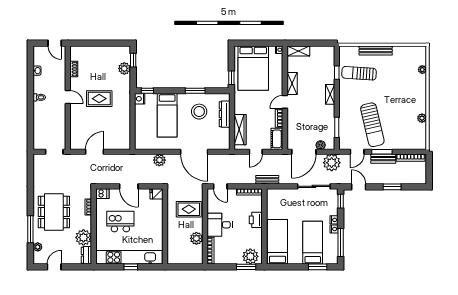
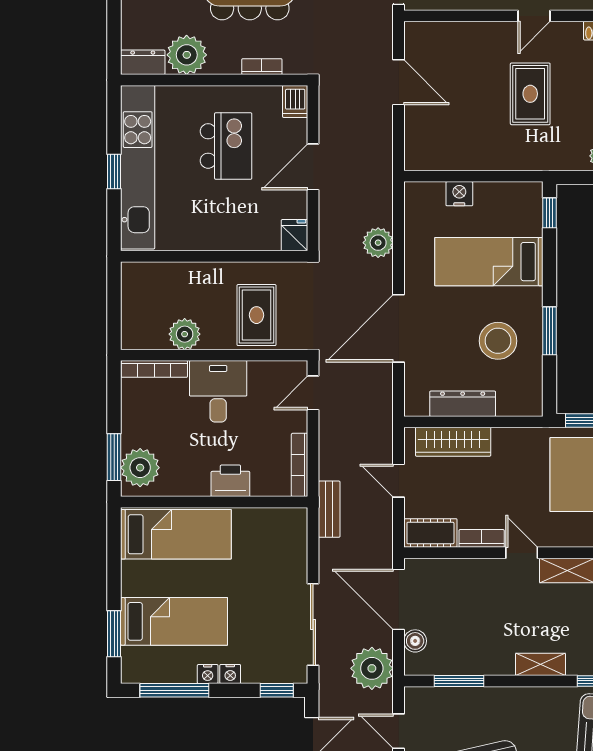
nightstand: (140, 99) -> (459, 194), moved
dresser: (225, 114) -> (463, 404), moved

